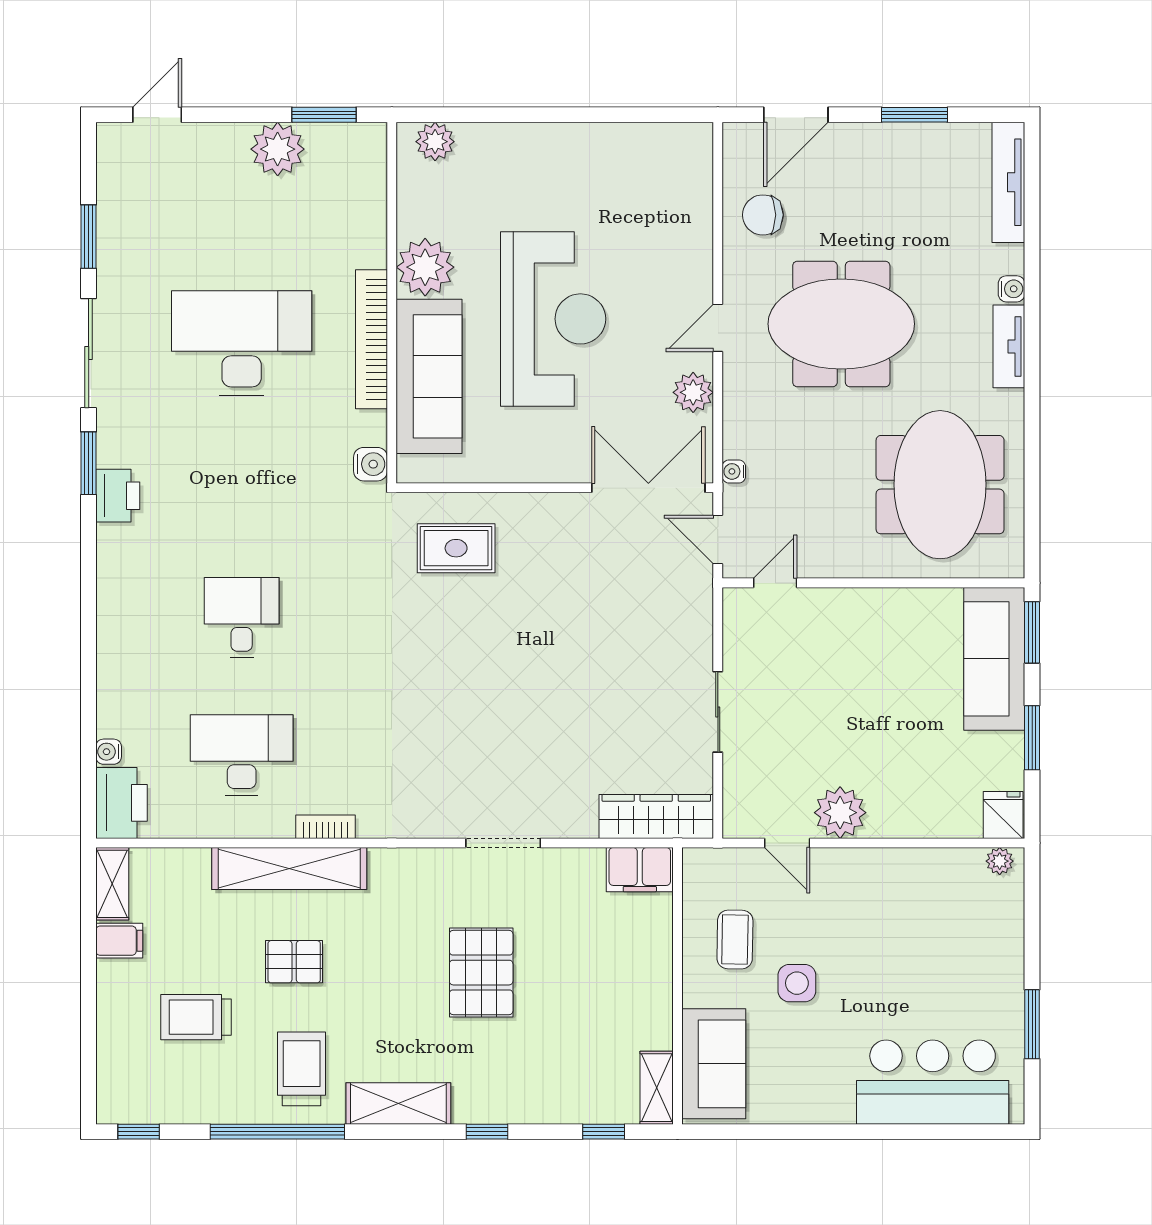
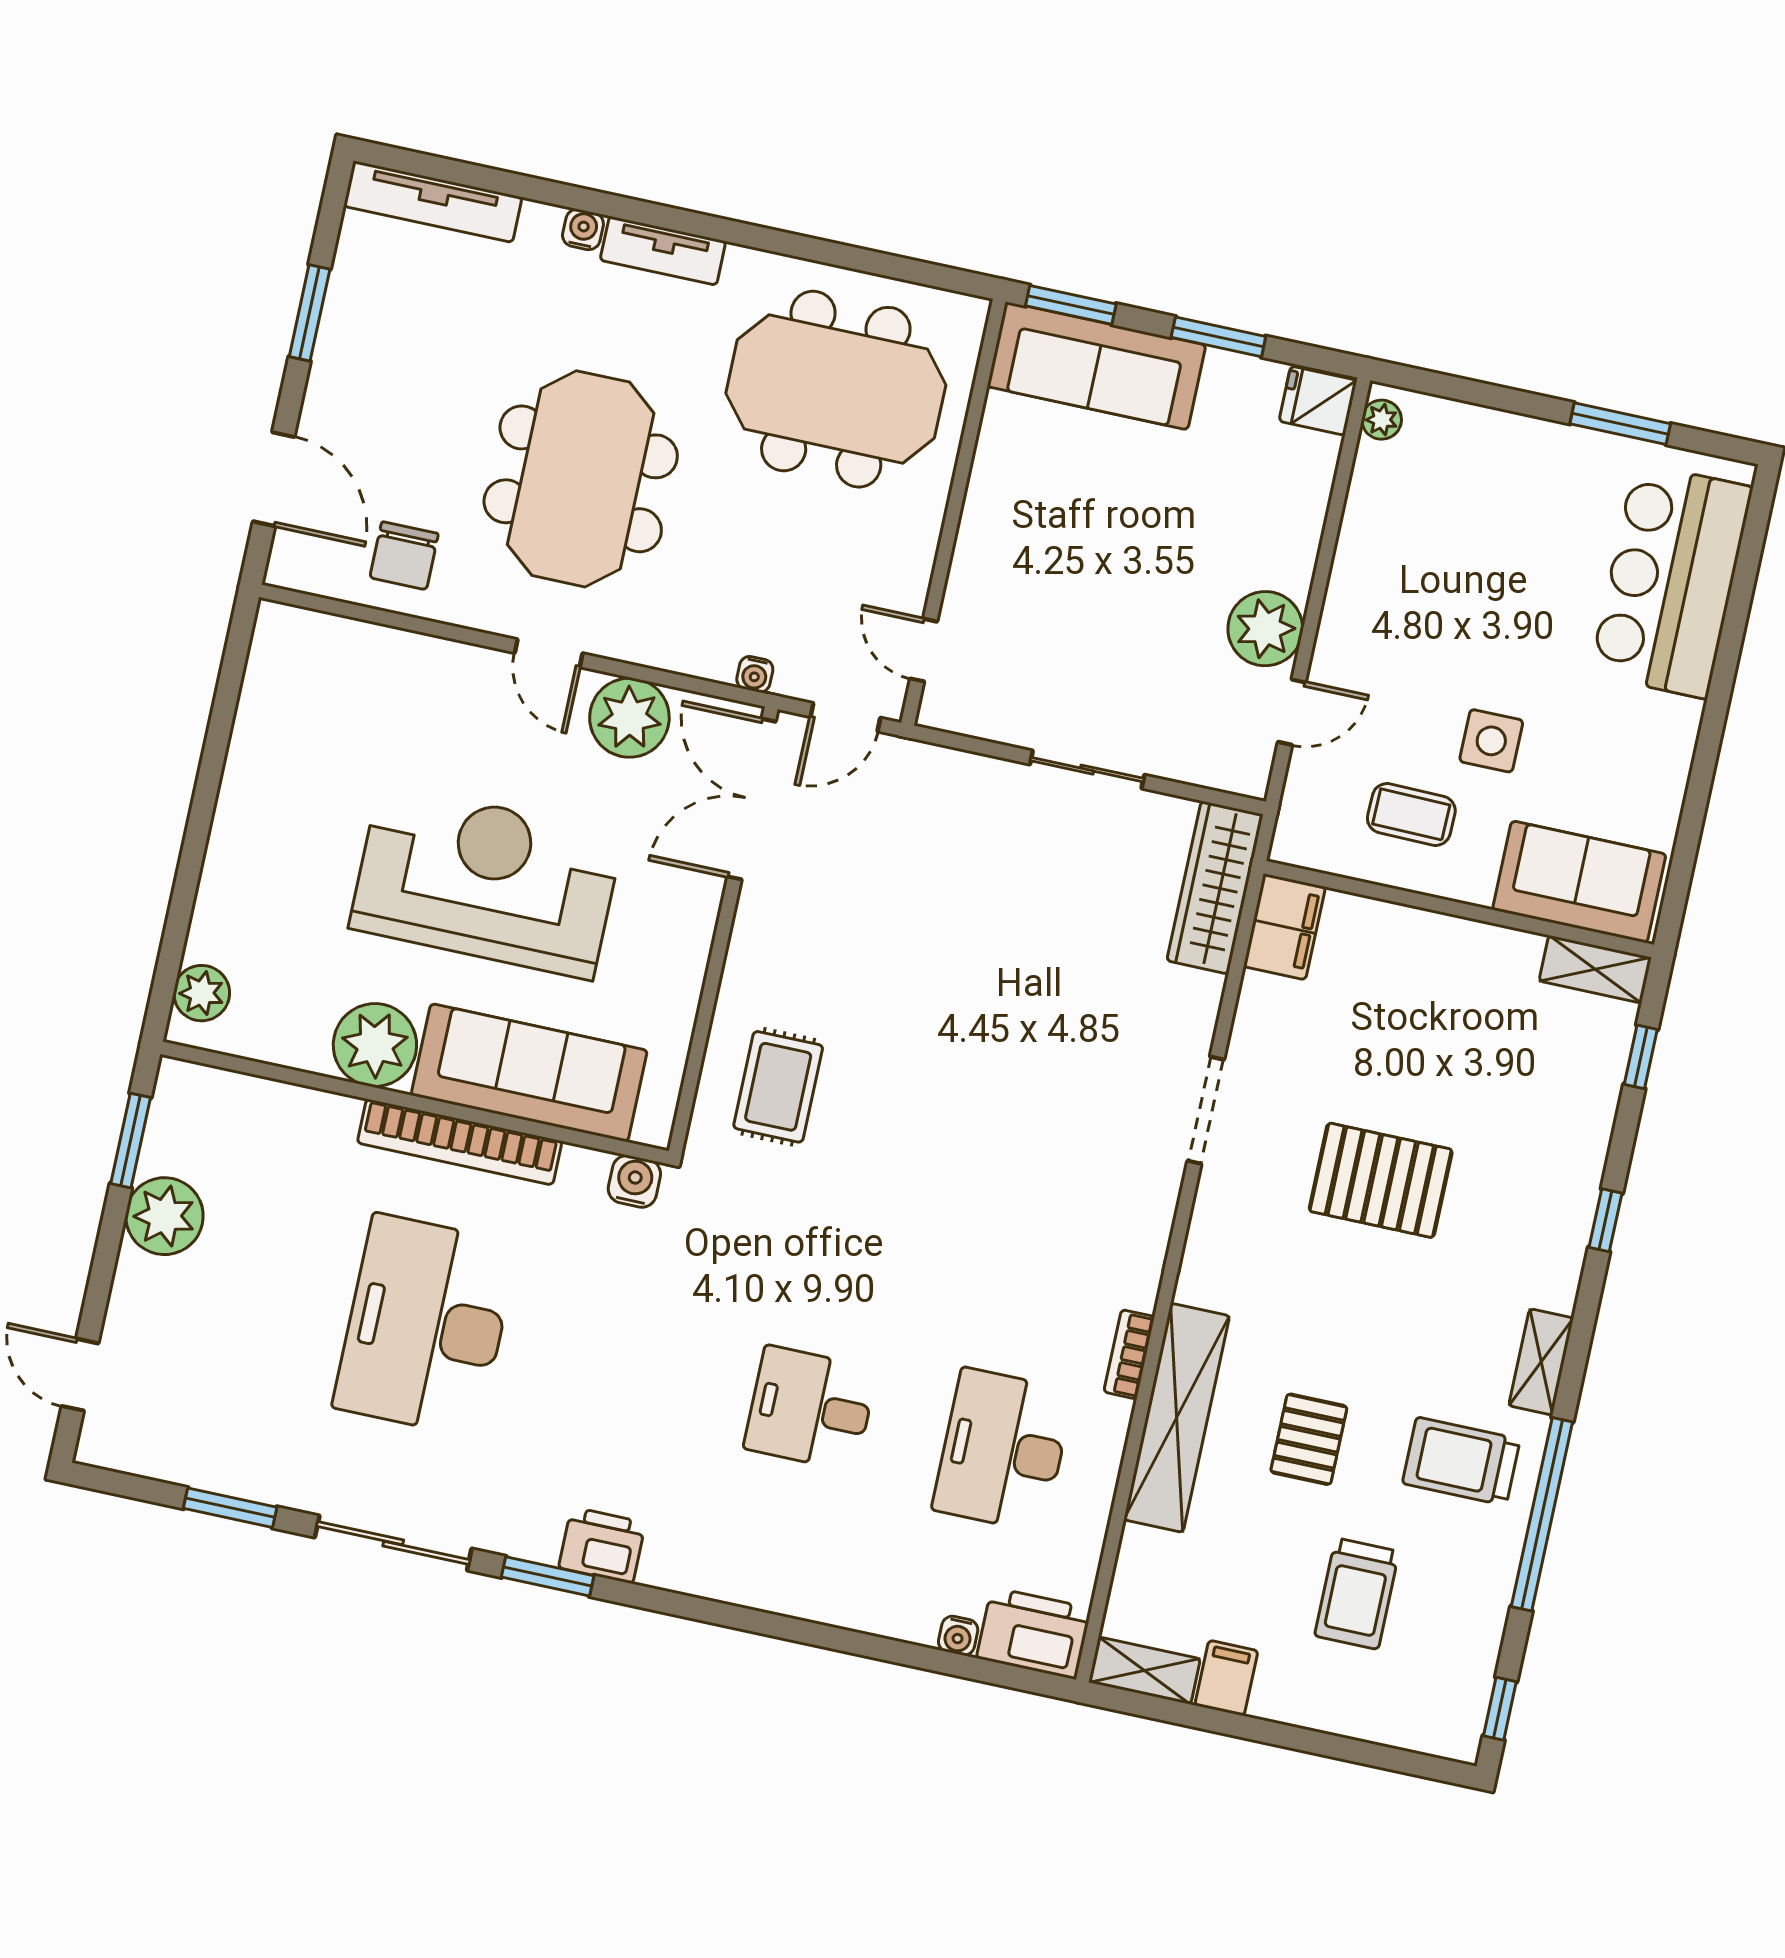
plant: (693, 392) -> (629, 718), width x1.36, depth x1.36
shelving: (398, 1103) -> (1541, 1362), width x0.67, depth x0.75

